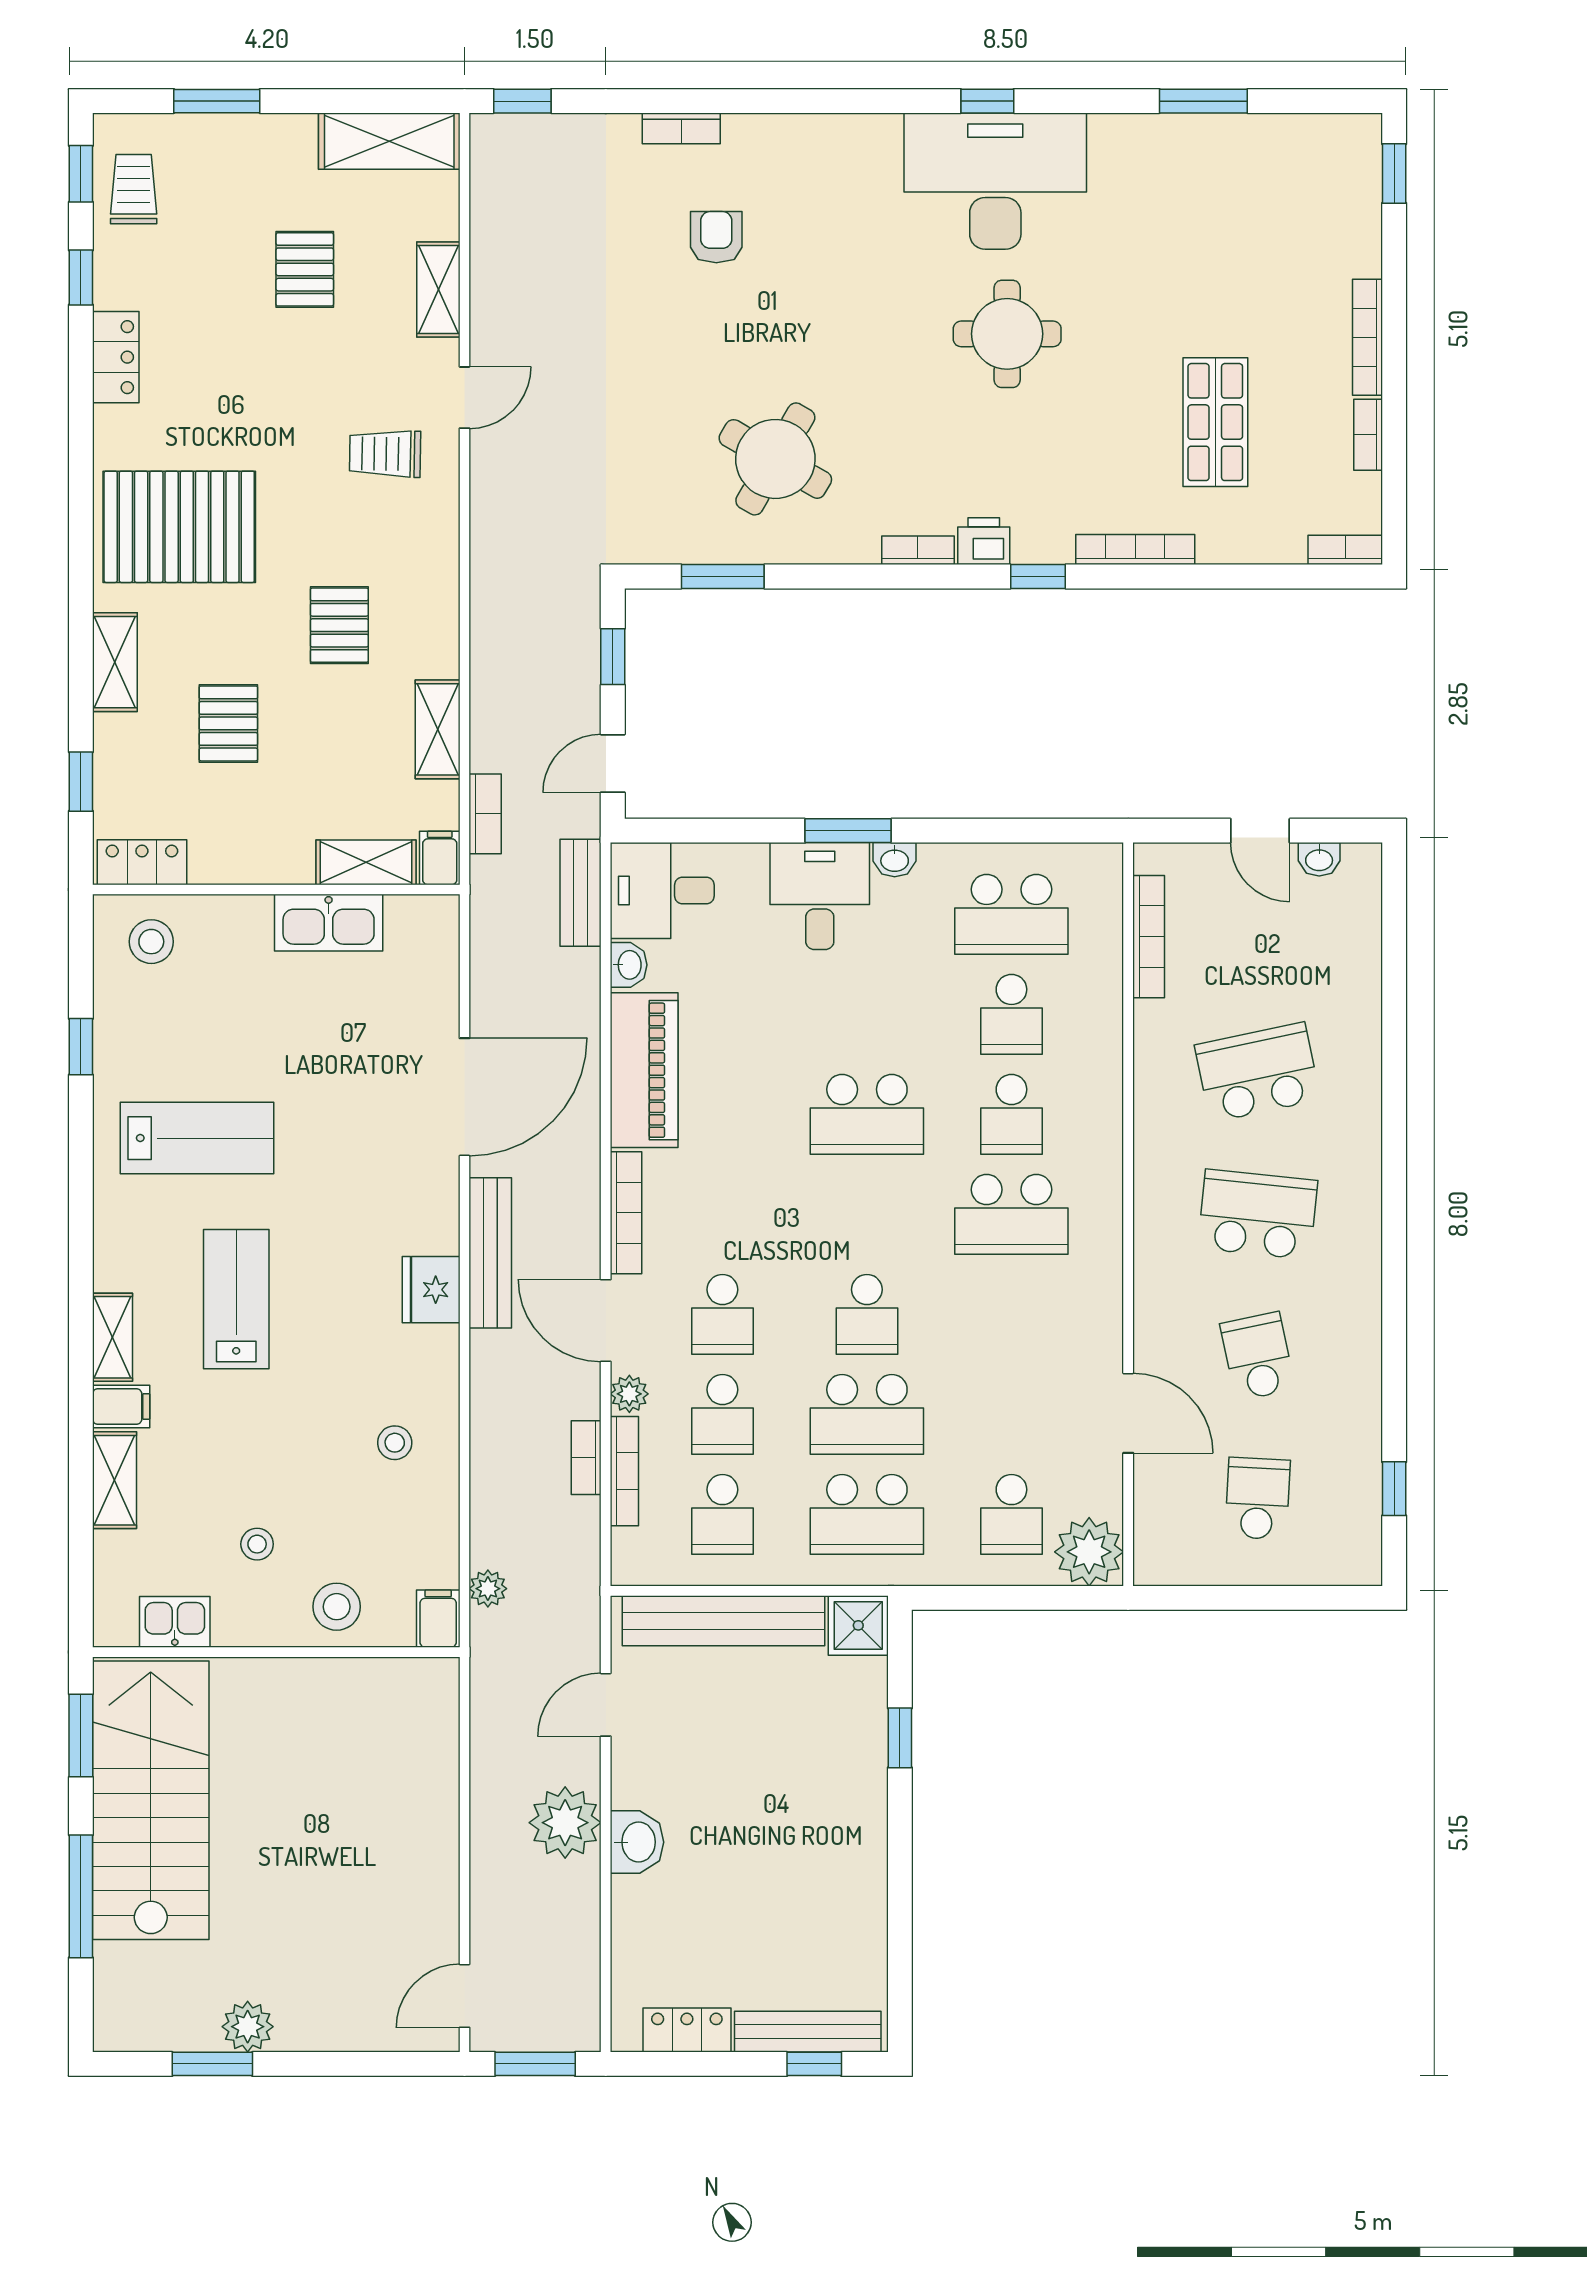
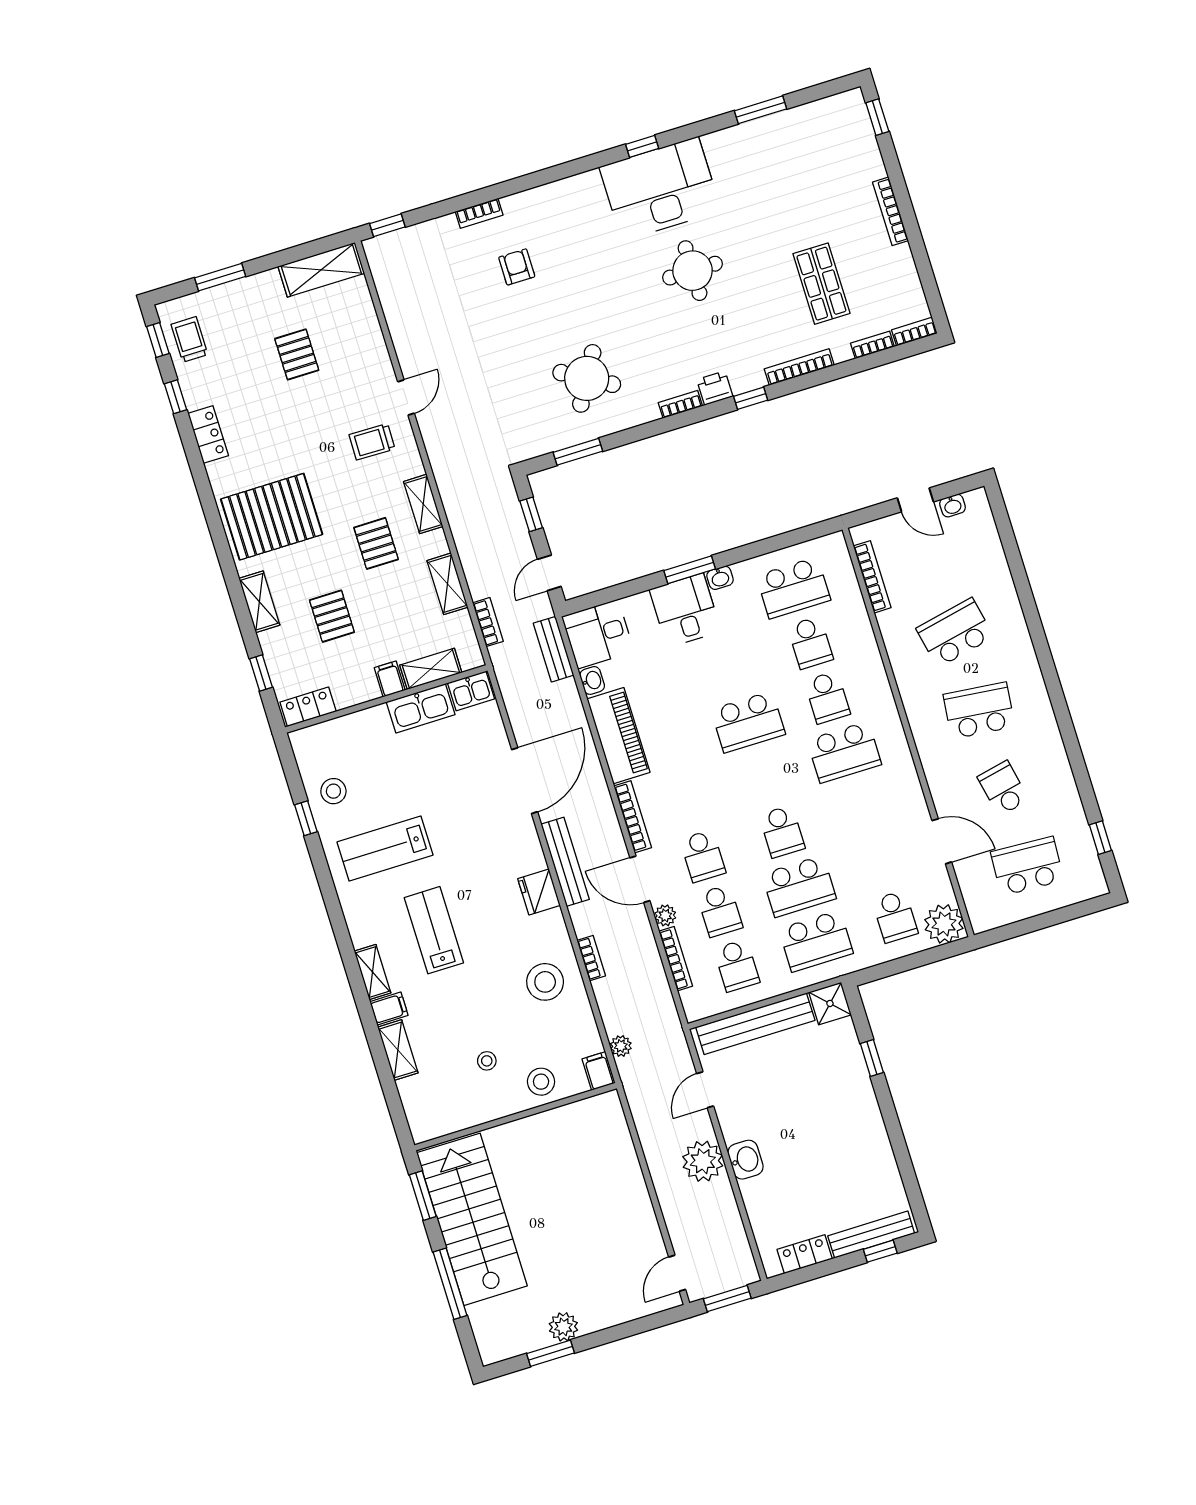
shelving: (438, 290) -> (423, 504), moved
bookcase: (1368, 435) -> (872, 345), moved, turned 90
filing cabinet: (440, 858) -> (390, 679), moved
stool: (151, 942) -> (333, 791), moved
lab bench: (197, 1138) -> (385, 849), turned 180
stool: (395, 1443) -> (545, 982), width x1.89, depth x1.89
bookcase: (586, 1458) -> (591, 958), moved, turned 180
school desk: (1258, 1498) -> (1027, 866), width x1.85
kitchen sink: (175, 1622) -> (471, 691), moved, turned 180

